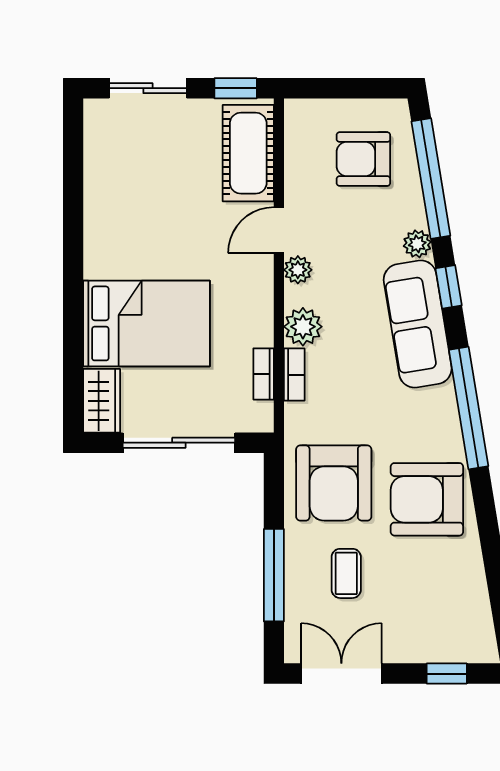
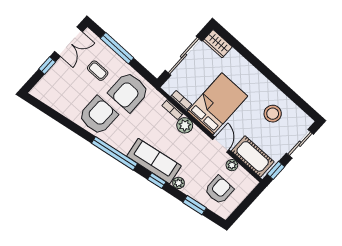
window: (431, 178) -> (195, 205), width x0.47
stool: (138, 187) -> (273, 114), added
plant: (298, 270) -> (232, 165), moved
bed: (147, 323) -> (217, 104), moved, turned 180
armchair: (334, 483) -> (129, 92), turned -90
window: (447, 674) -> (47, 65), moved

